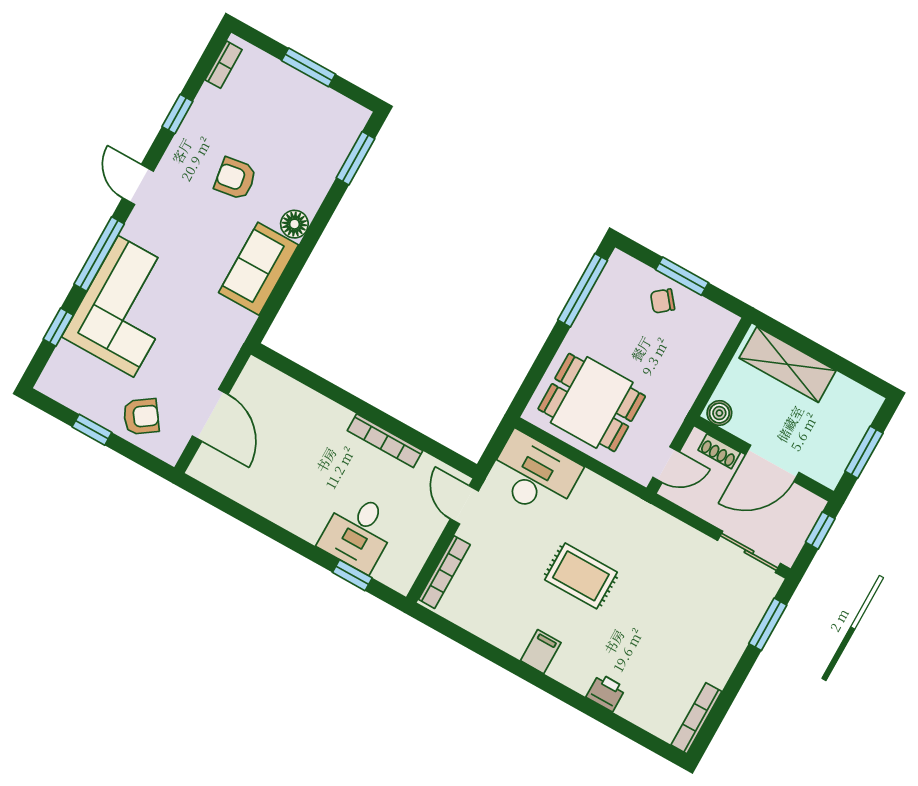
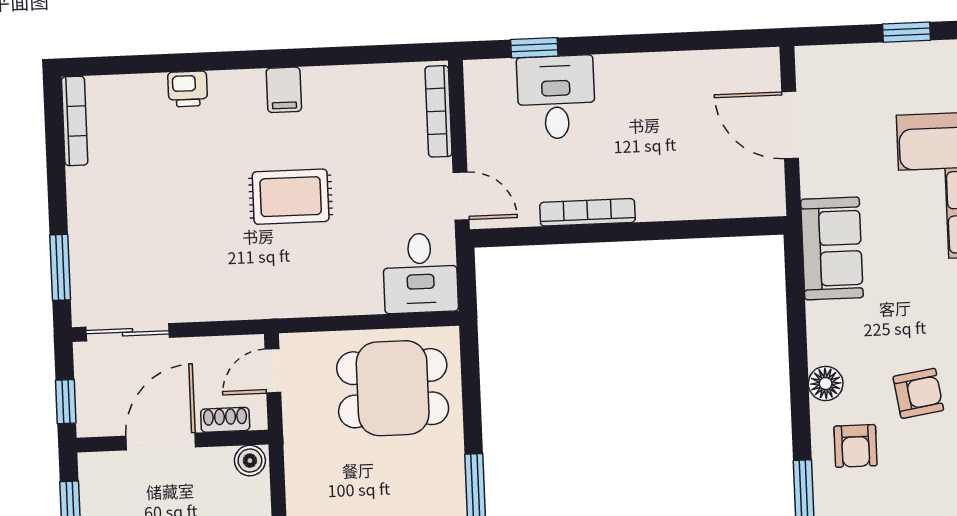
sofa: (259, 269) -> (832, 248), moved
armchair: (141, 417) -> (856, 446), moved, turned -55
desk: (534, 475) -> (420, 273), width x0.73

